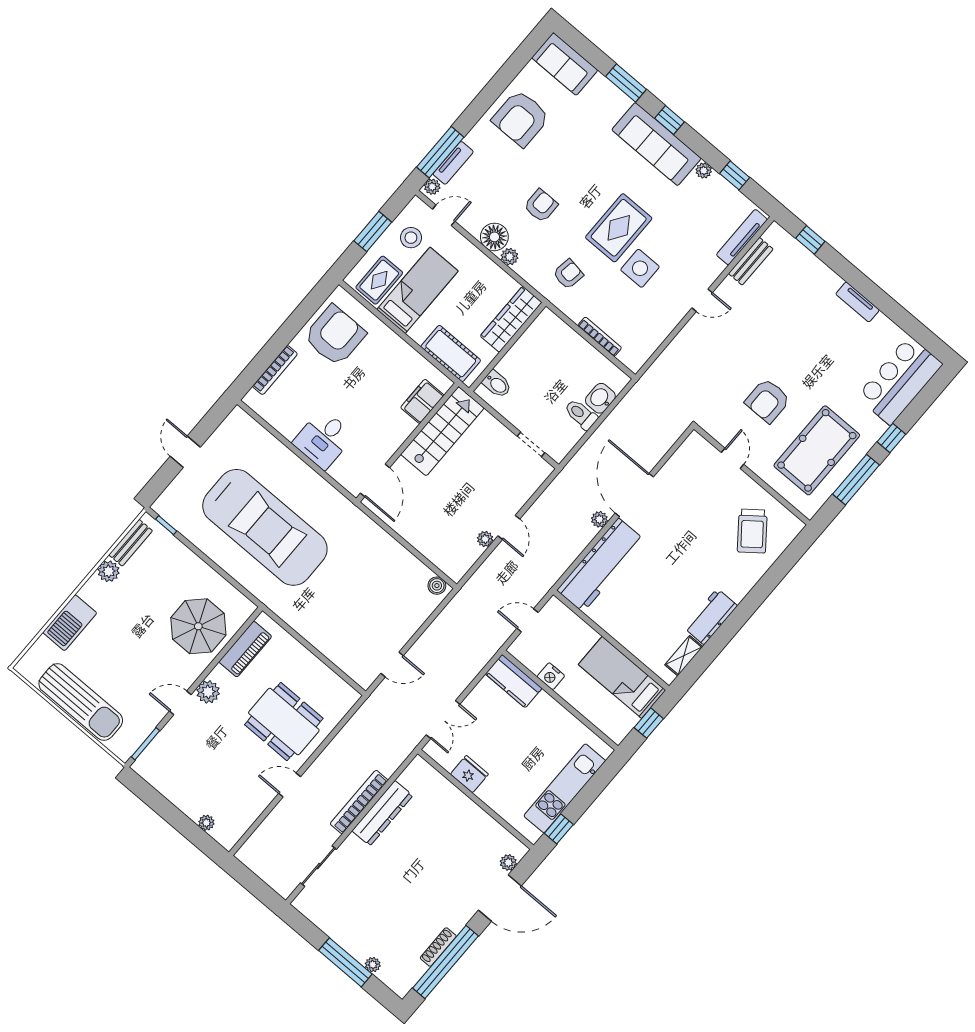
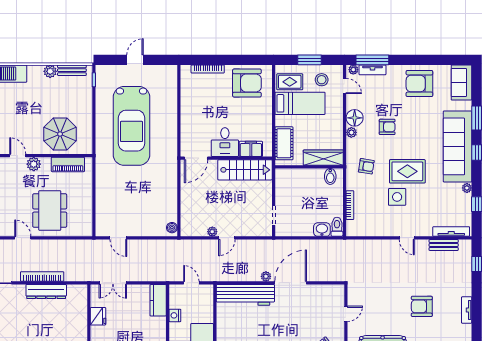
sofa: (656, 144) -> (458, 146), width x1.36, depth x1.27
bidet: (497, 384) -> (330, 176), moved
armchair: (768, 401) -> (422, 306), moved
toilet: (581, 414) -> (337, 227), moved
desk: (323, 439) -> (225, 142), moved, turned -90

